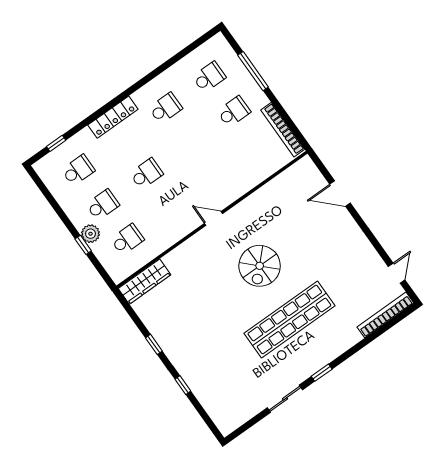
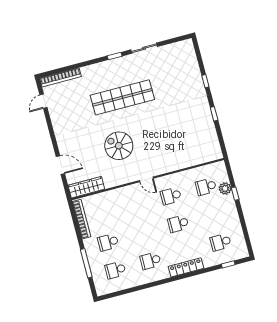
school desk: (103, 205) -> (171, 196), moved
plant: (91, 234) -> (225, 188), moved
spiral stairs: (260, 266) -> (119, 146), moved, turned -90
wardrobe: (145, 282) -> (86, 187), moved

